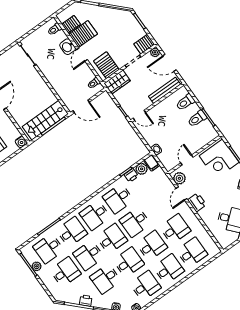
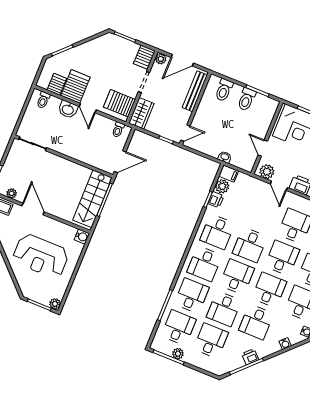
desk: (49, 248) -> (179, 328), turned 180

